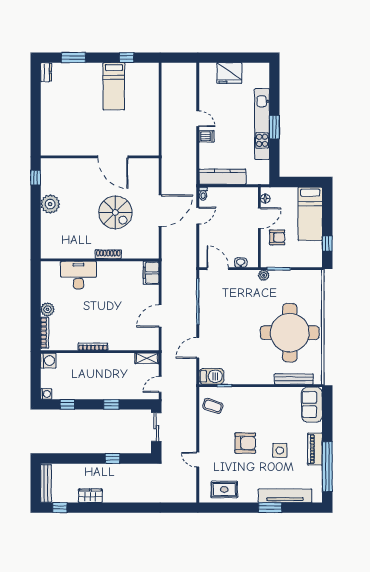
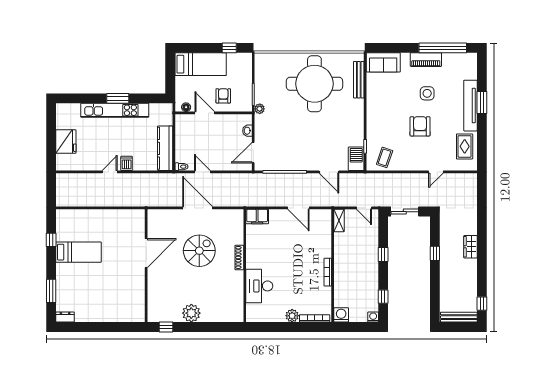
wardrobe: (90, 496) -> (470, 247), moved
tv unit: (285, 496) -> (470, 106), moved

